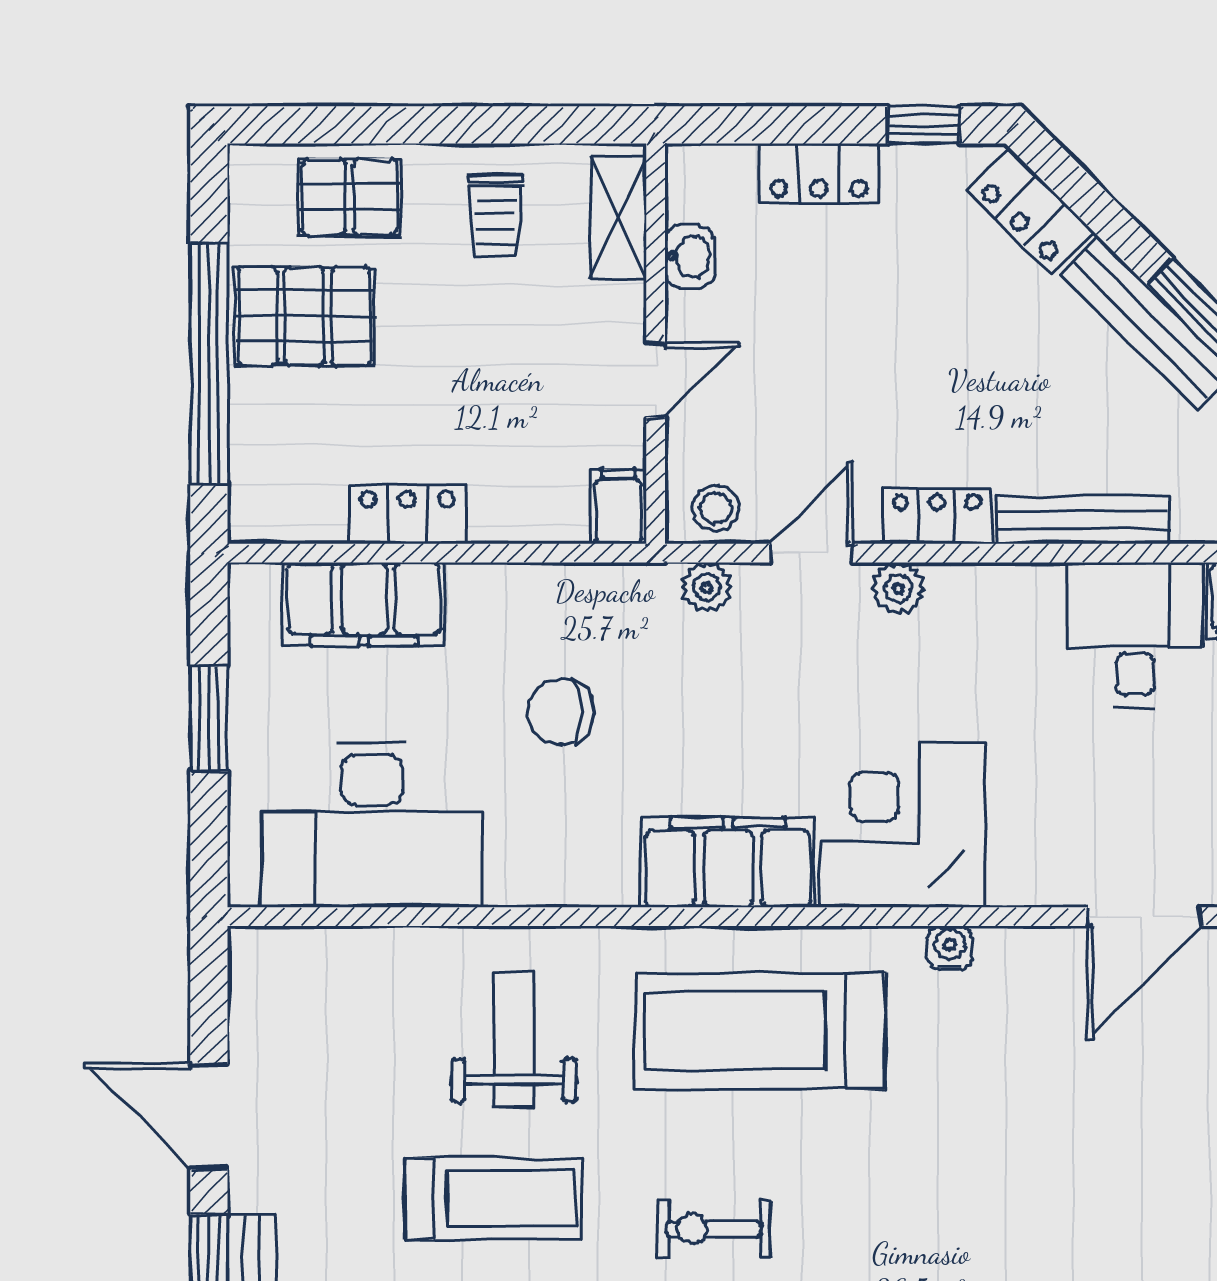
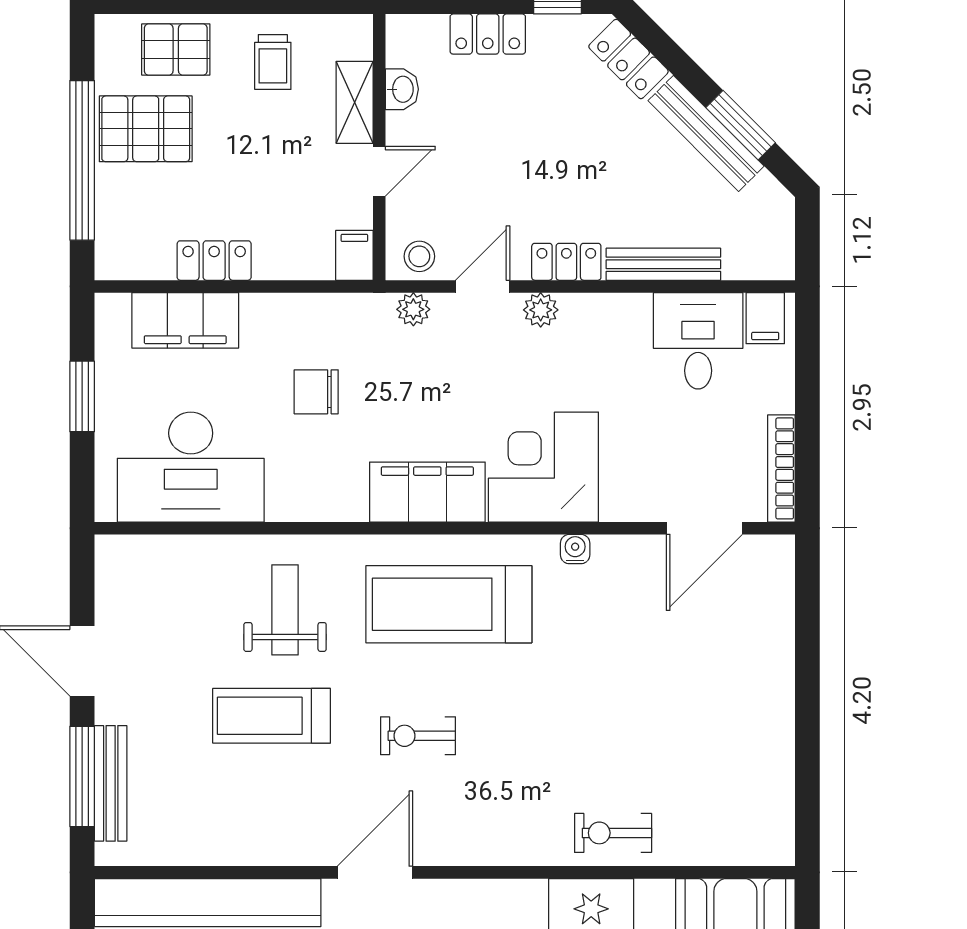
shelving: (619, 217) -> (355, 102), moved
treadmill: (494, 1199) -> (272, 716), turned 180

